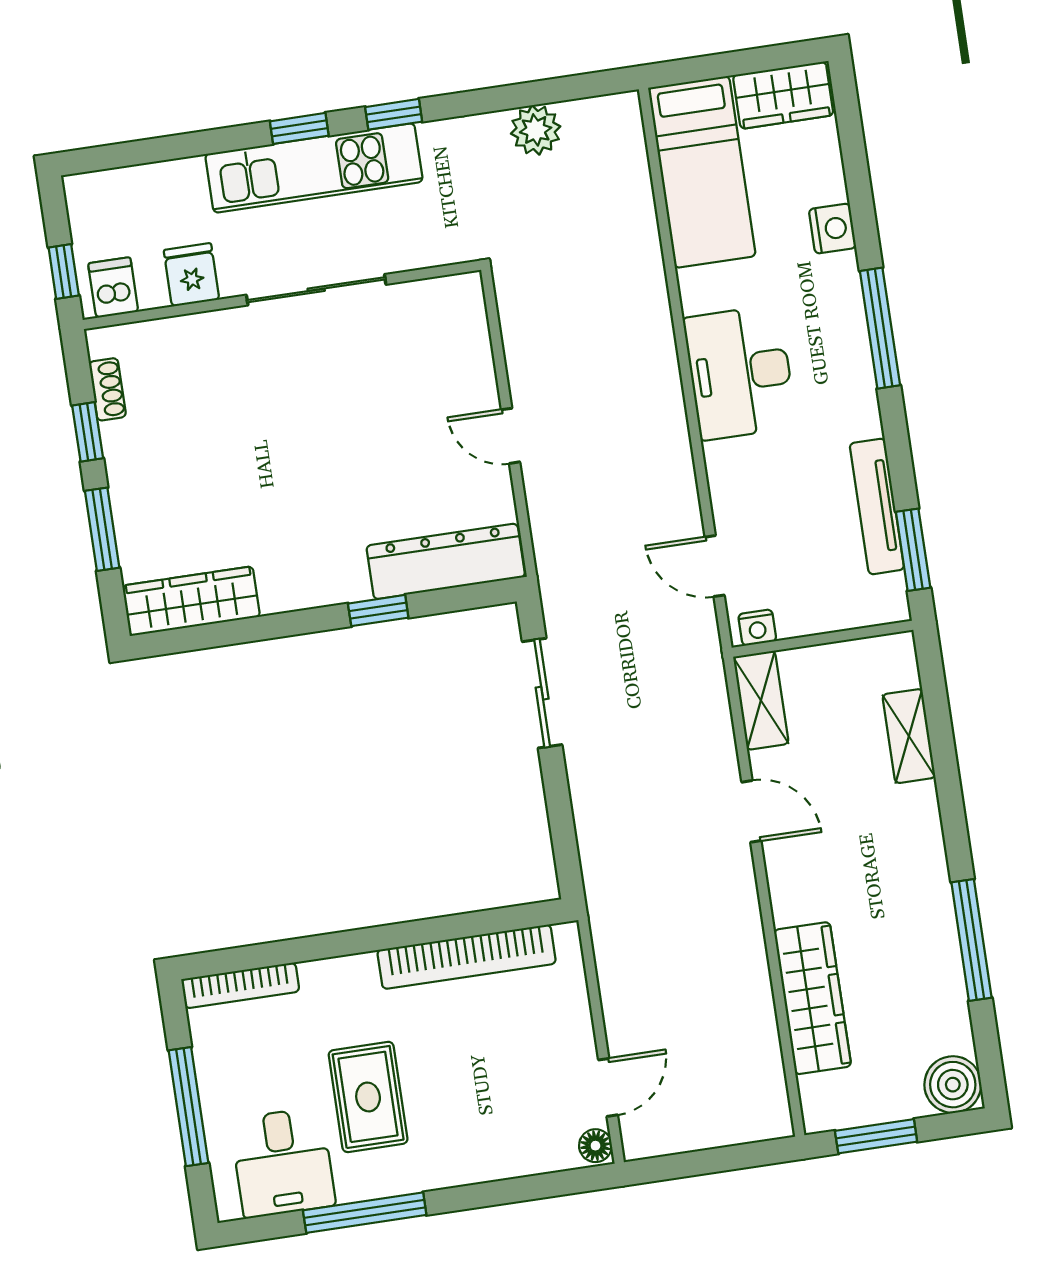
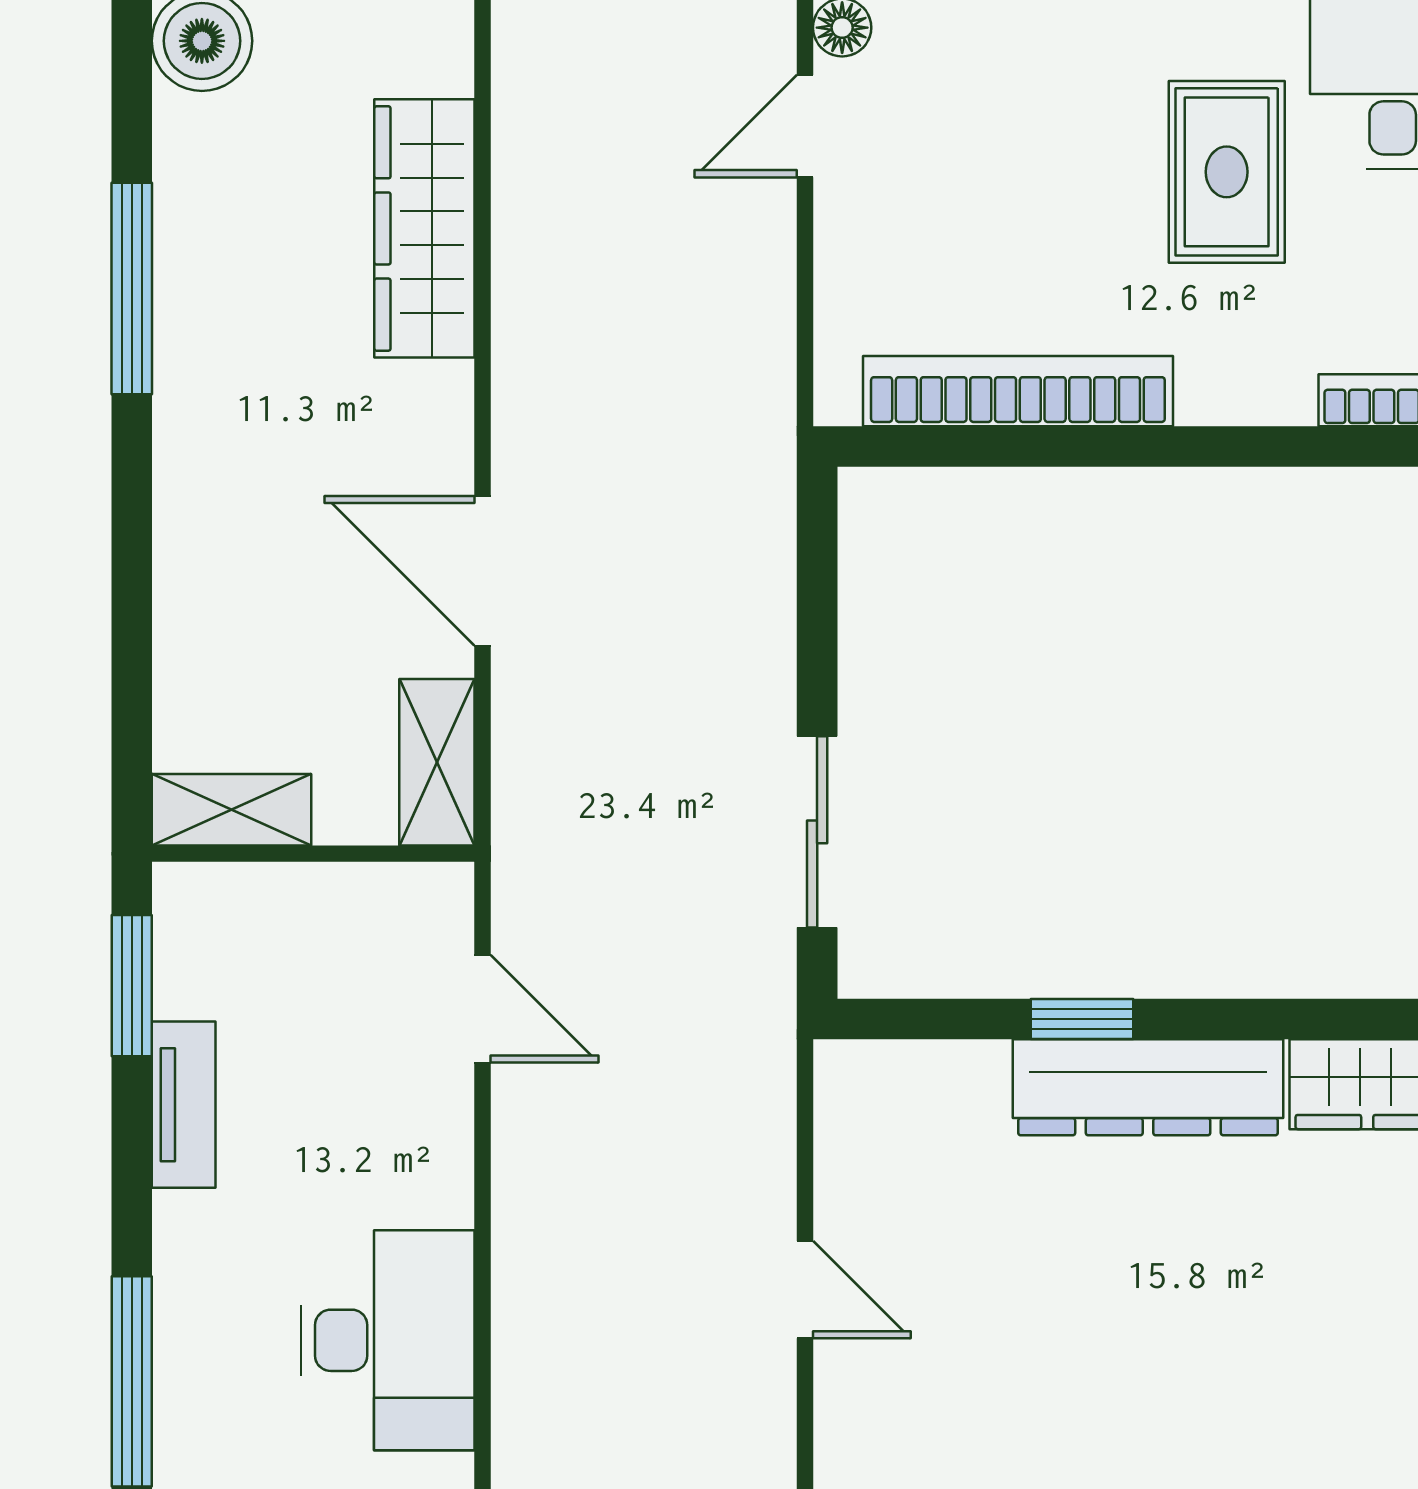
tv unit: (877, 506) -> (184, 1105), width x0.71
dresser: (446, 561) -> (1148, 1087), moved
nightstand: (757, 628) -> (424, 890), removed
shelving: (909, 736) -> (232, 810), moved, turned 90
door: (751, 811) -> (482, 571), width x1.38

